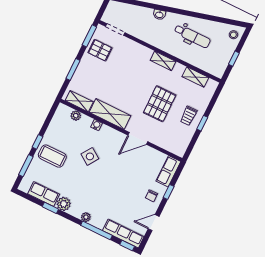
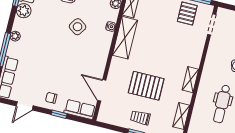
door: (138, 138) -> (102, 90), moved
door: (154, 223) -> (25, 106), swing flipped

